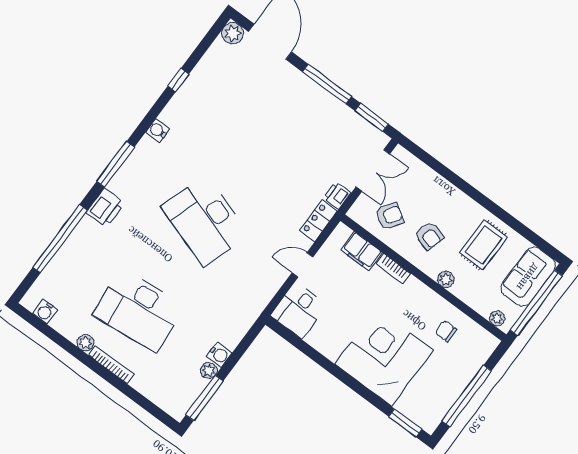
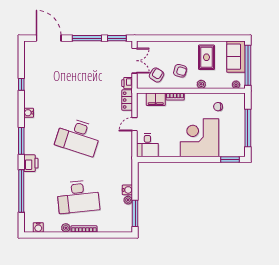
plant: (233, 33) -> (30, 47), removed

